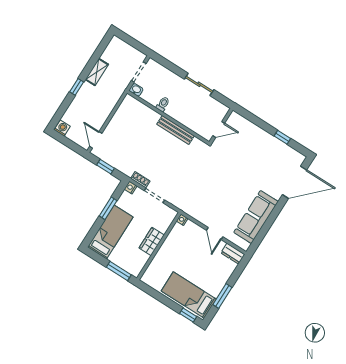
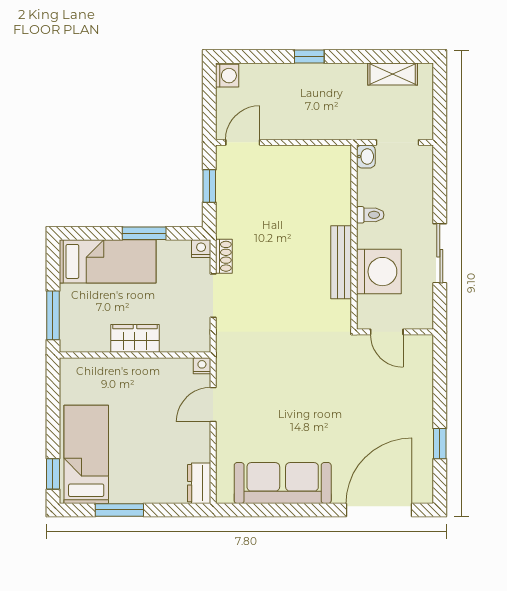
shelving: (97, 72) -> (393, 74), moved
washing machine: (190, 116) -> (379, 272), added
door: (295, 182) -> (379, 510), swing flipped
door: (215, 234) -> (213, 405), moved

